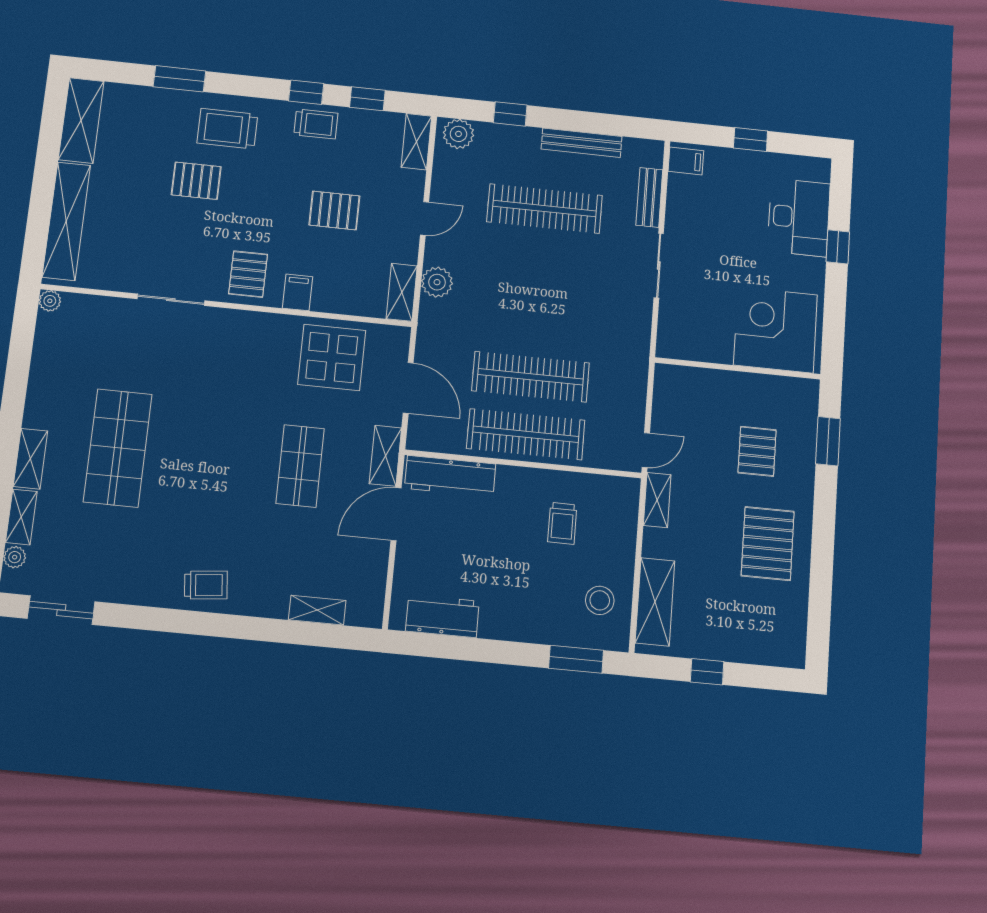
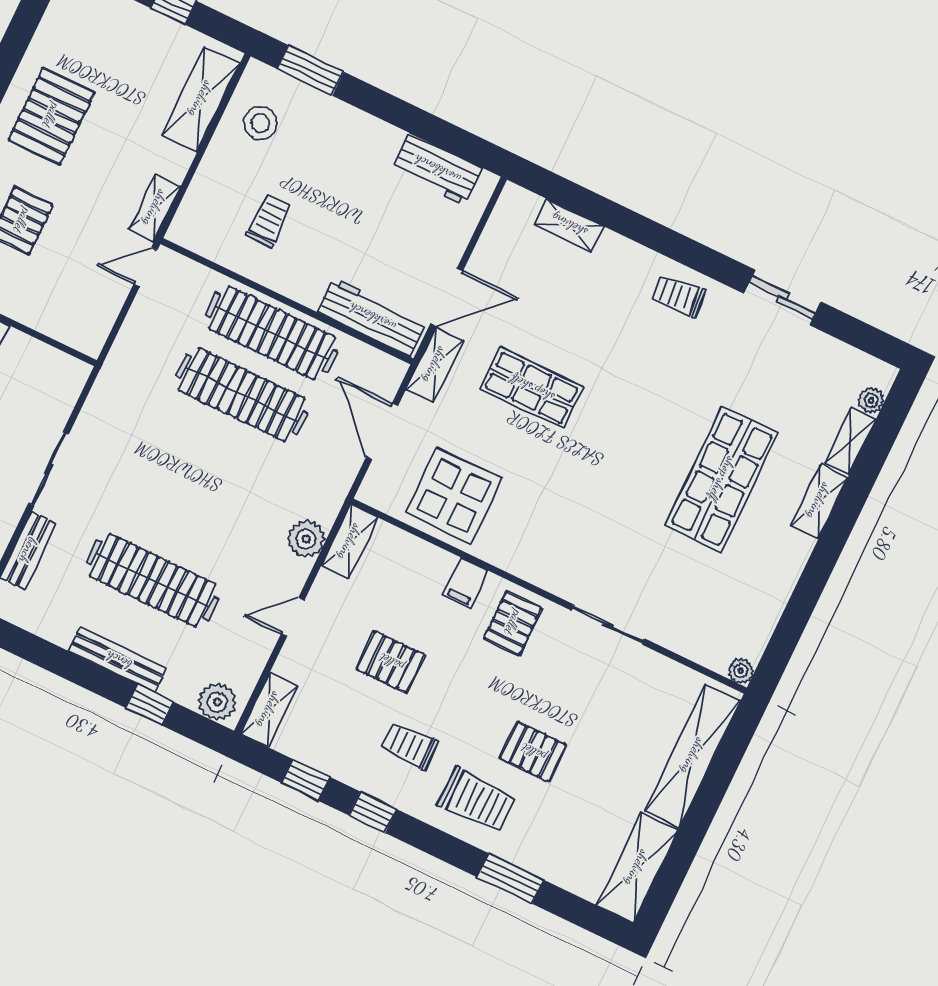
trolley: (316, 124) -> (410, 746), moved
bench: (582, 143) -> (118, 660), moved
shop shelf: (300, 466) -> (532, 388), turned 90
sliding door: (61, 610) -> (782, 298), moved

